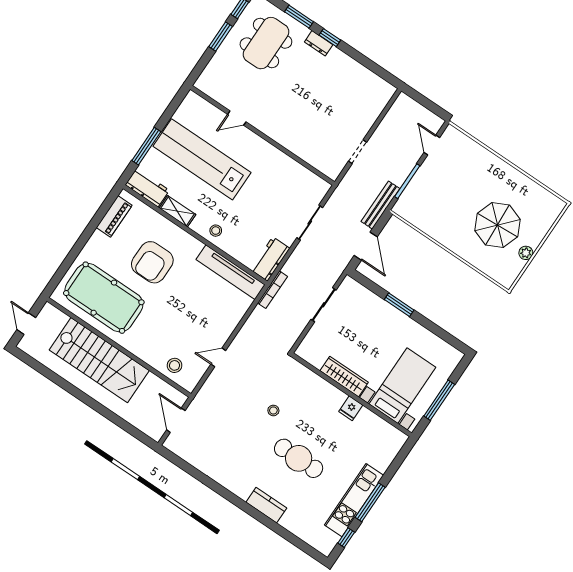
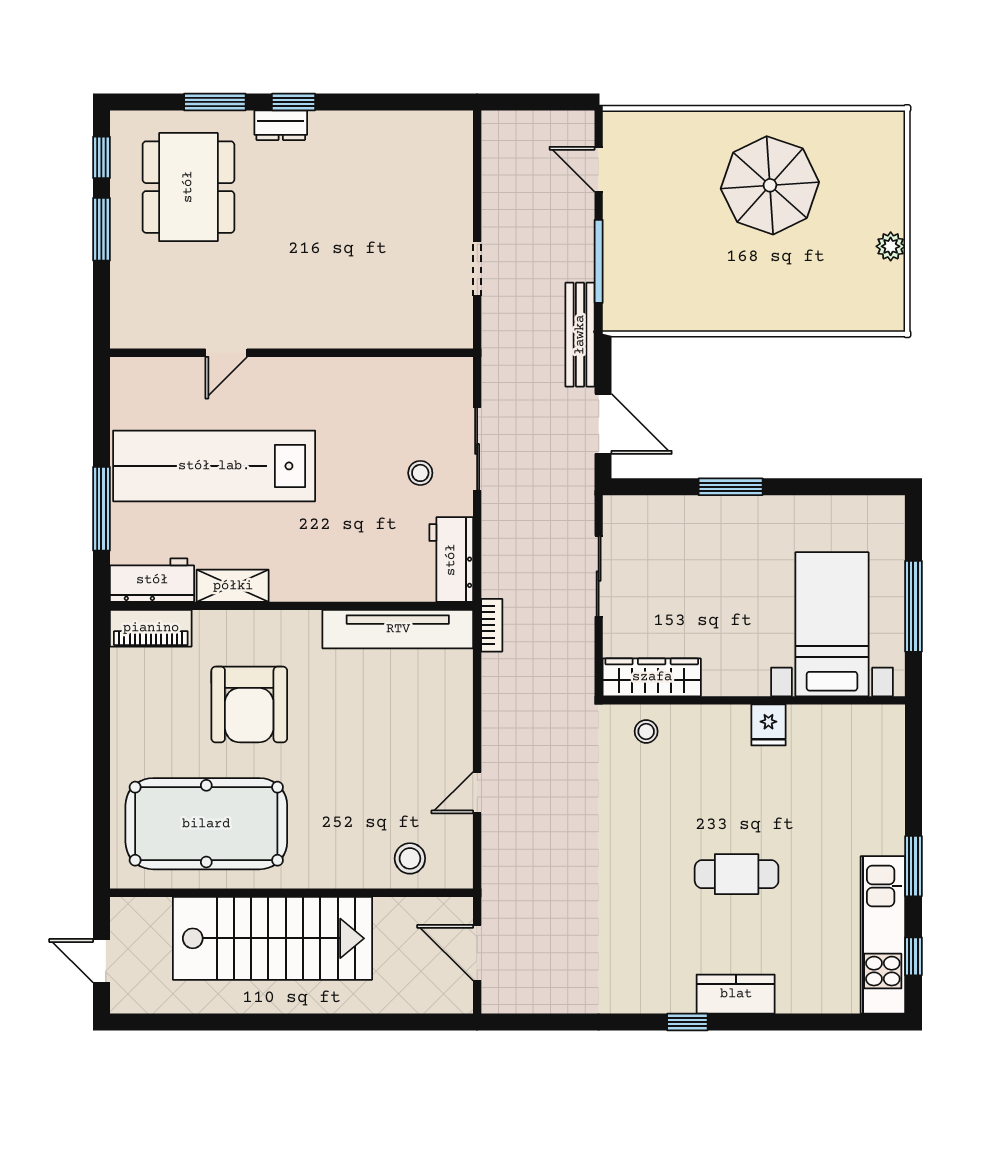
piano: (114, 216) -> (151, 628), moved, turned 90
parasol: (498, 225) -> (770, 185), moved
stool: (216, 231) -> (420, 473), moved
bookcase: (273, 290) -> (492, 625), width x0.64
wardrobe: (344, 377) -> (652, 677), moved
stool: (273, 410) -> (646, 731), moved
cafe table: (299, 458) -> (737, 874), width x0.73, depth x0.74
kitchen unit: (354, 500) -> (883, 935), moved
window: (370, 502) -> (913, 866), width x0.69
window: (240, 503) -> (687, 1022), added

